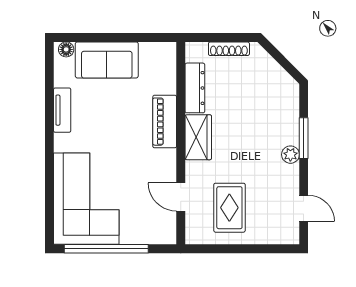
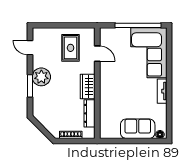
tv unit: (62, 110) -> (162, 91), moved
piano: (165, 122) -> (106, 95), removed
plant: (290, 155) -> (41, 77), width x1.88, depth x1.88

